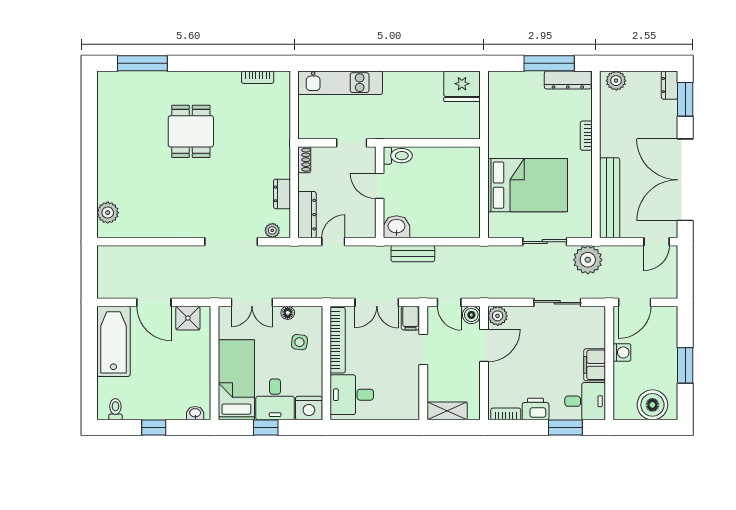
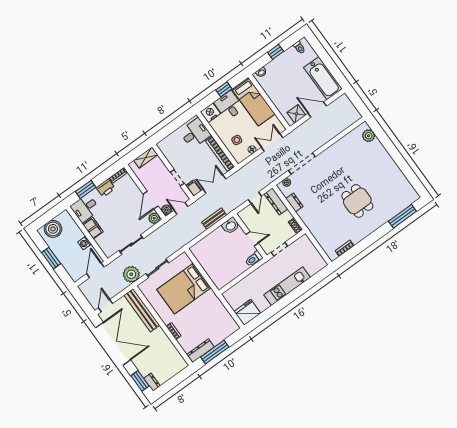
plant: (616, 81) -> (178, 366), removed
kitchen unit: (340, 83) -> (287, 286), moved

